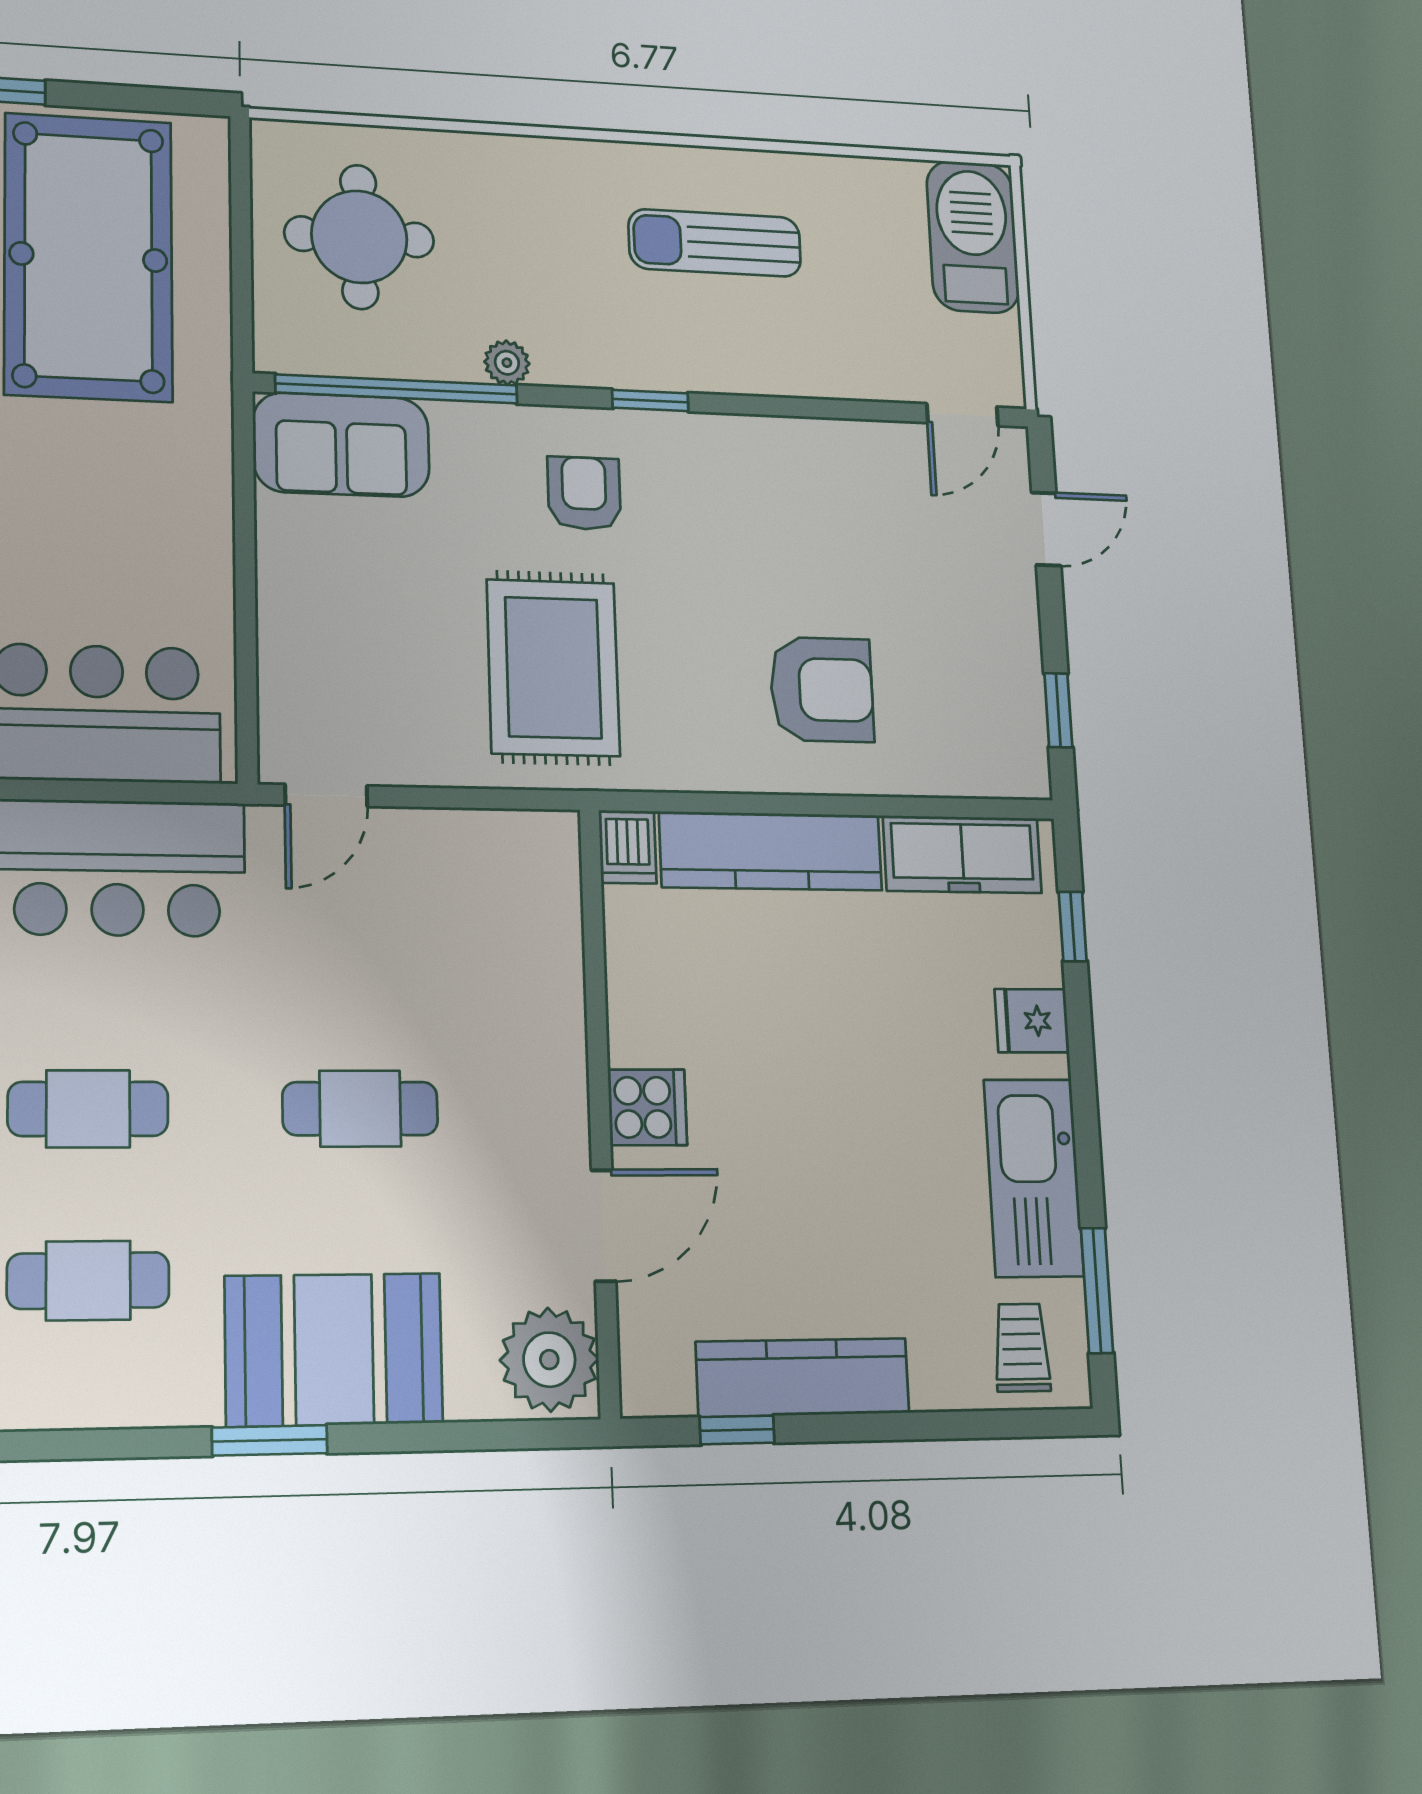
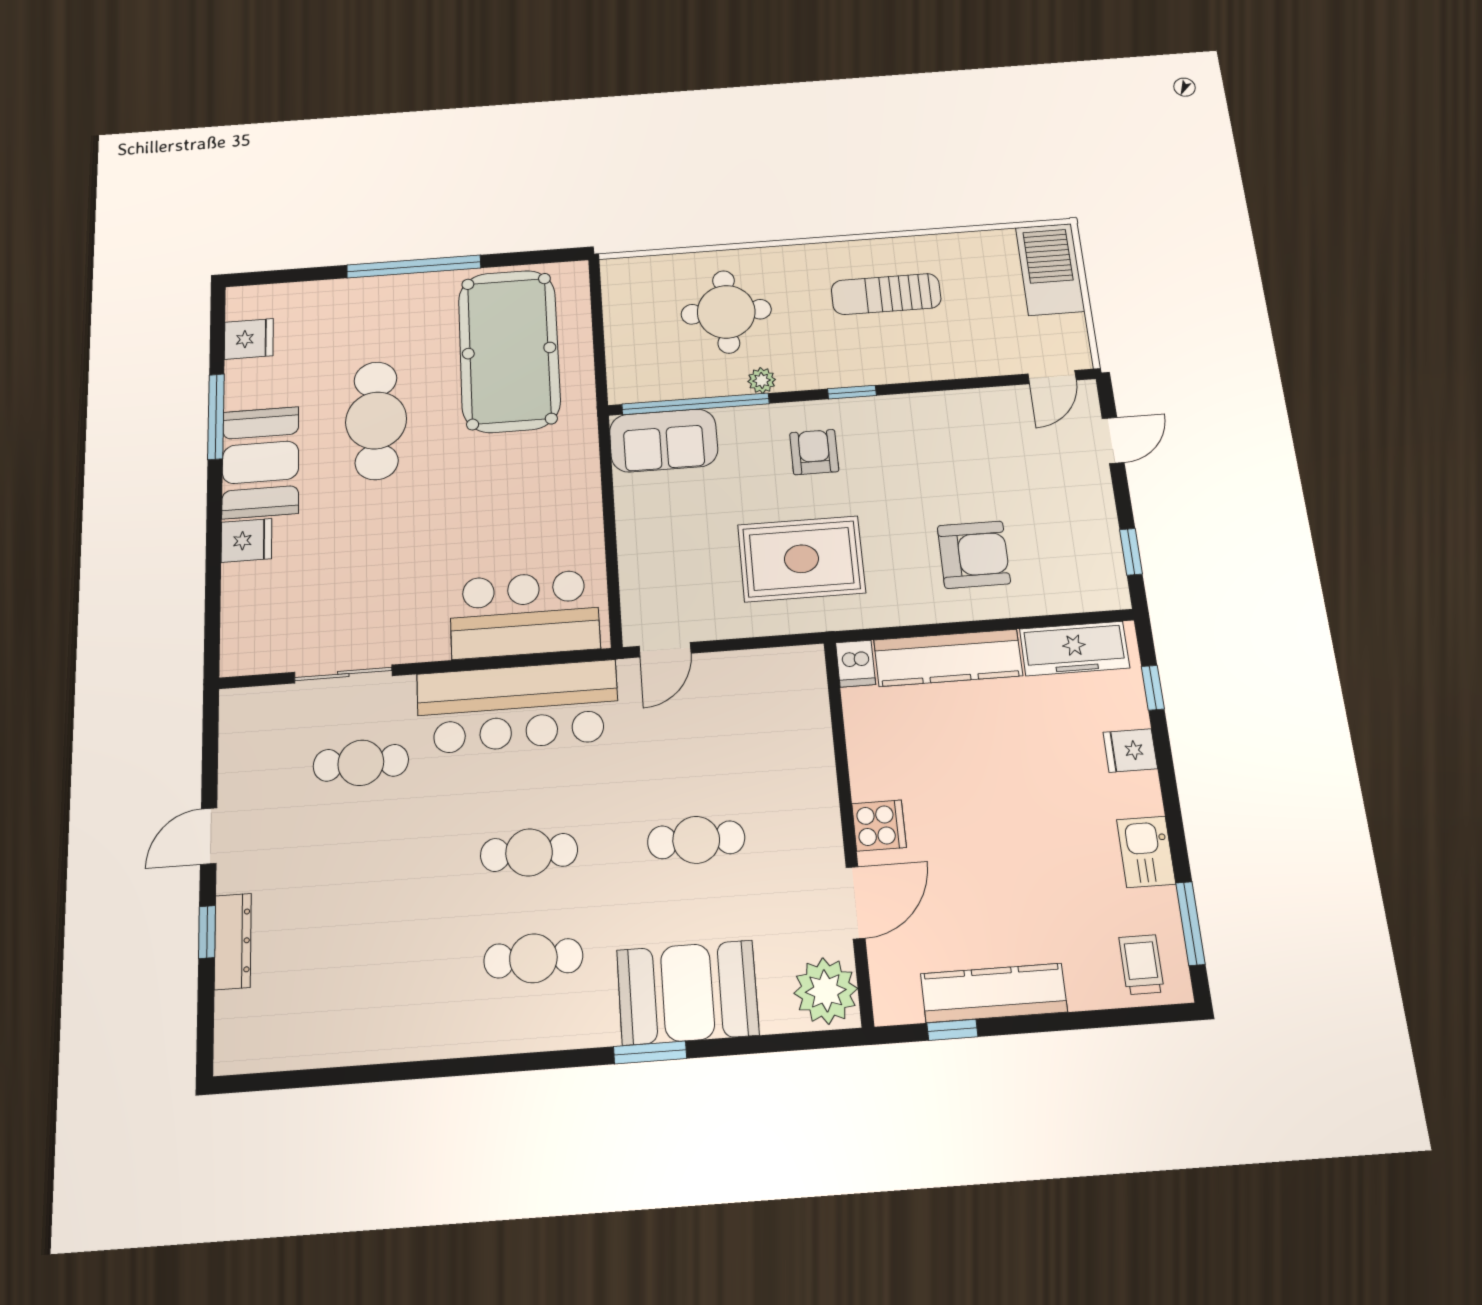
round table: (359, 237) -> (726, 312), moved
rug: (553, 668) -> (801, 559), turned 90
kitchen sink: (1034, 1178) -> (1146, 852), width x0.53, depth x0.81

